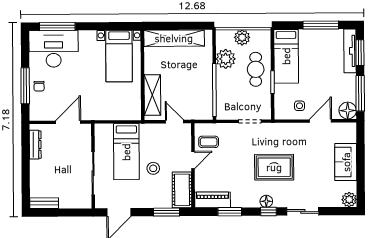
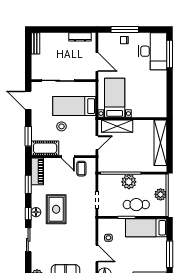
bed with nightstands: (119, 56) -> (115, 98), moved, turned 90
plant: (226, 59) -> (129, 182), moved
rug: (274, 167) -> (56, 209), moved

